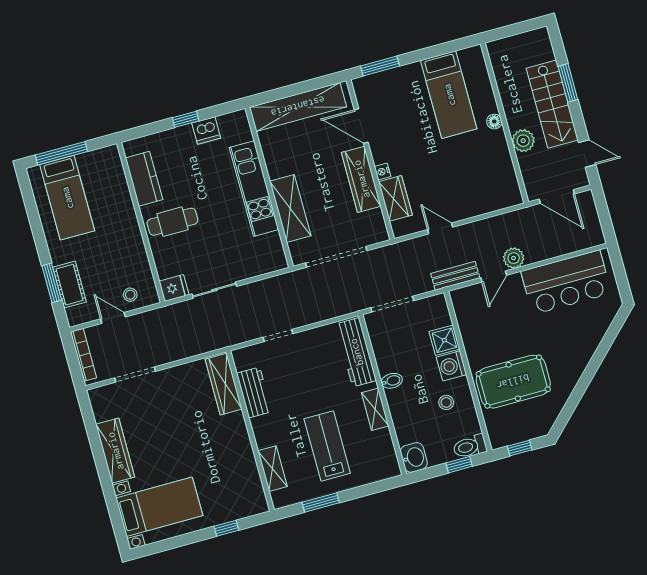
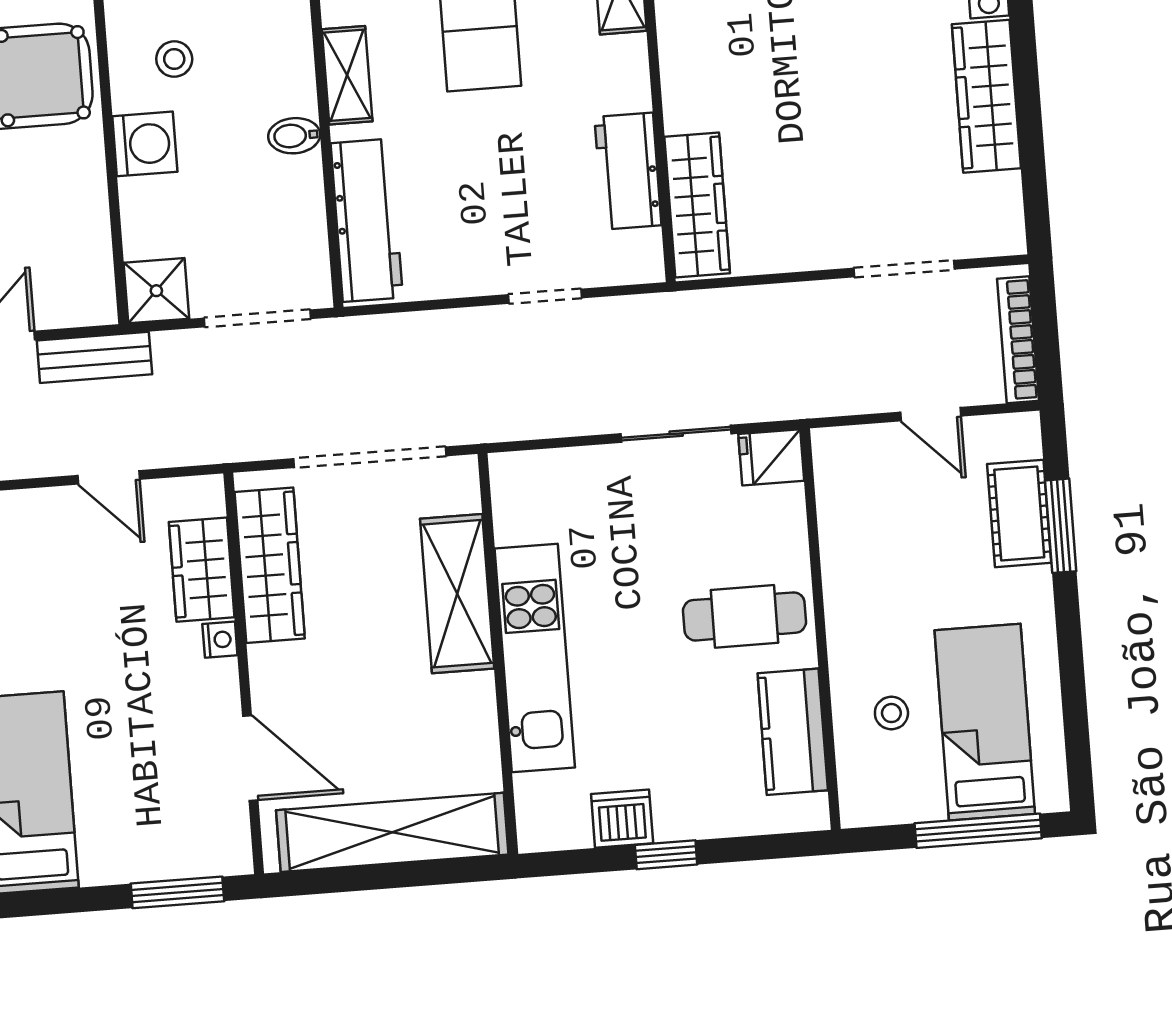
wardrobe: (361, 179) -> (270, 565), moved
stool: (130, 295) -> (891, 713), moved
shower: (444, 340) -> (156, 291), moved

